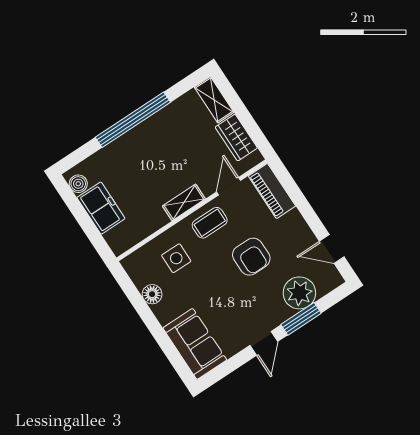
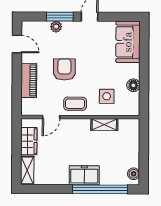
window: (133, 120) -> (100, 189), moved
piano: (272, 191) -> (29, 80), moved
shelving: (184, 202) -> (104, 125), moved
freezer: (101, 208) -> (84, 175), moved, turned 90
plant: (299, 293) -> (56, 27), width x0.53, depth x0.53

